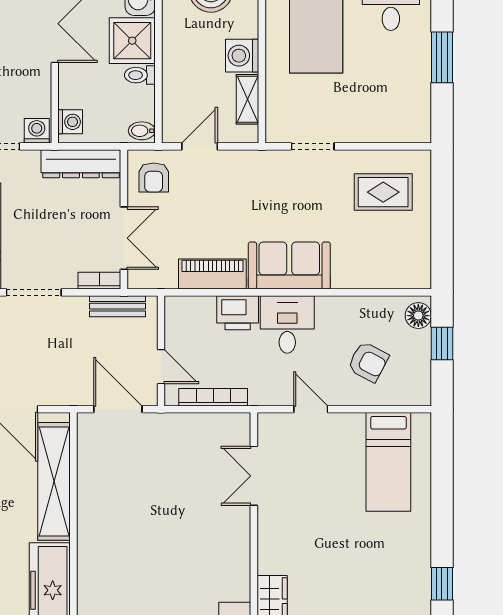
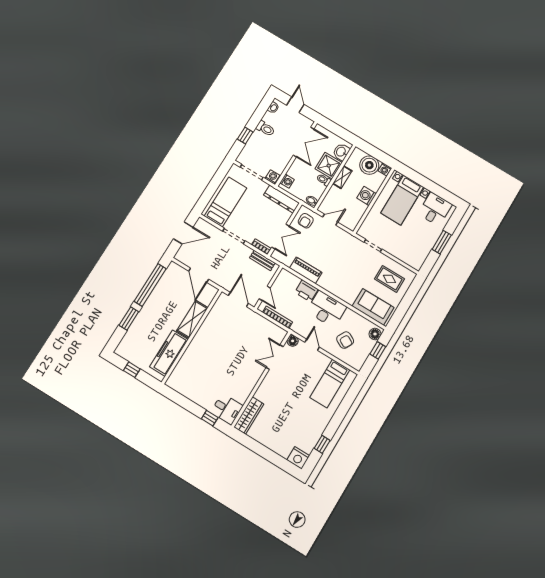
shelving: (248, 99) -> (342, 177), moved
sofa: (289, 266) -> (373, 307), moved
desk: (287, 324) -> (327, 309), width x1.37
floor lamp: (269, 425) -> (293, 341), added
shelving: (54, 481) -> (192, 319), width x0.68

